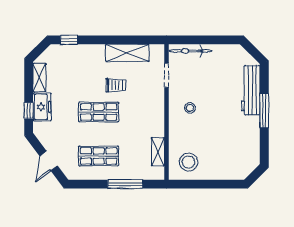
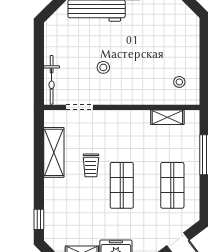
trolley: (116, 85) -> (91, 165), turned 180
stool: (190, 108) -> (103, 67), moved
stool: (189, 162) -> (179, 82), width x0.53, depth x0.53

